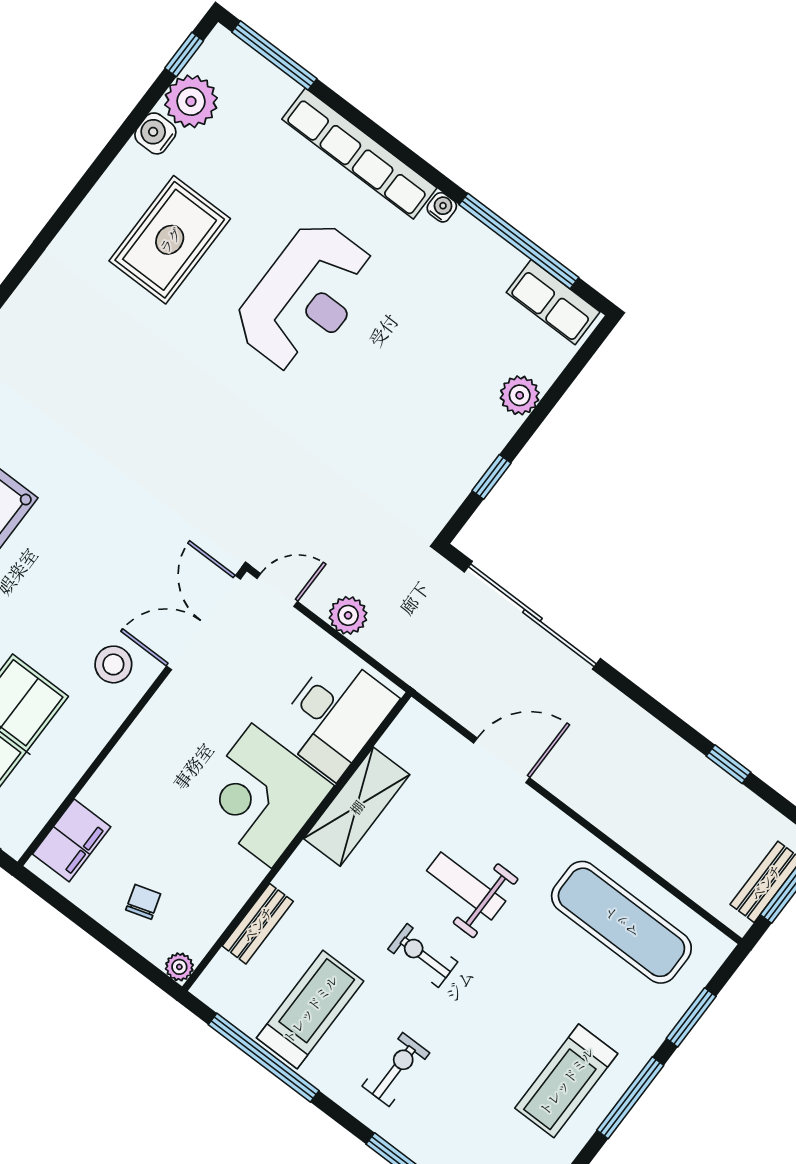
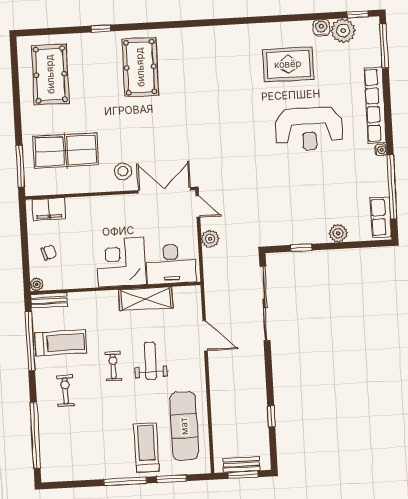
bench: (258, 924) -> (49, 300), moved
exercise bike: (396, 1069) -> (65, 391), turned -90
treadmill: (566, 1081) -> (146, 448), moved, turned 90

